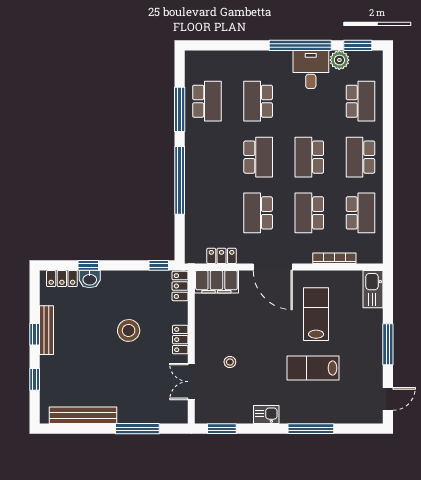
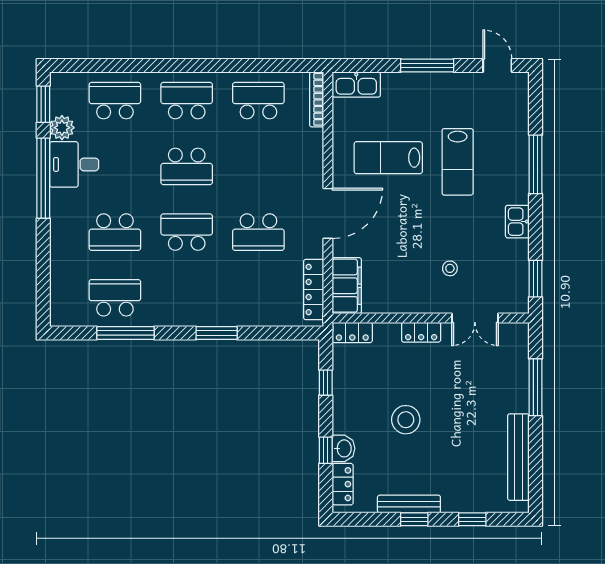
school desk: (360, 157) -> (187, 101), turned 180
window: (180, 180) -> (217, 333), width x0.47
school desk: (309, 213) -> (258, 166), removed
locker: (222, 256) -> (314, 290), width x1.53
bookcase: (334, 258) -> (317, 99), moved
window: (159, 265) -> (326, 383), moved
stool: (129, 330) -> (406, 420), moved

